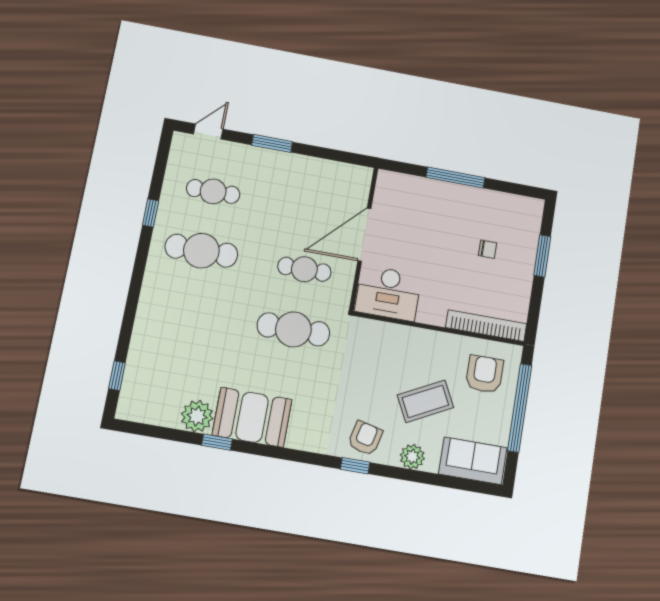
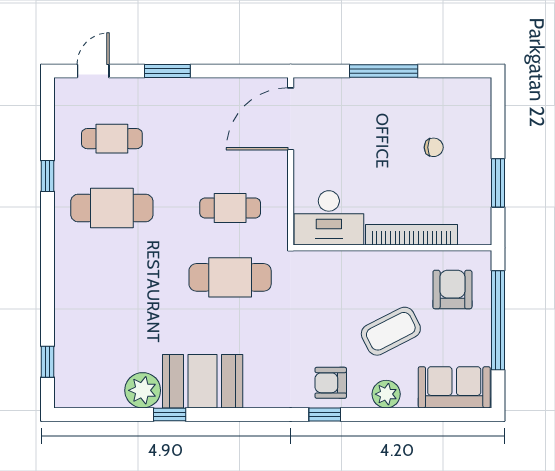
door: (364, 235) -> (291, 119), moved
window: (542, 256) -> (498, 183), moved
bookcase: (486, 326) -> (411, 235), moved
armchair: (365, 438) -> (331, 383), turned -103

